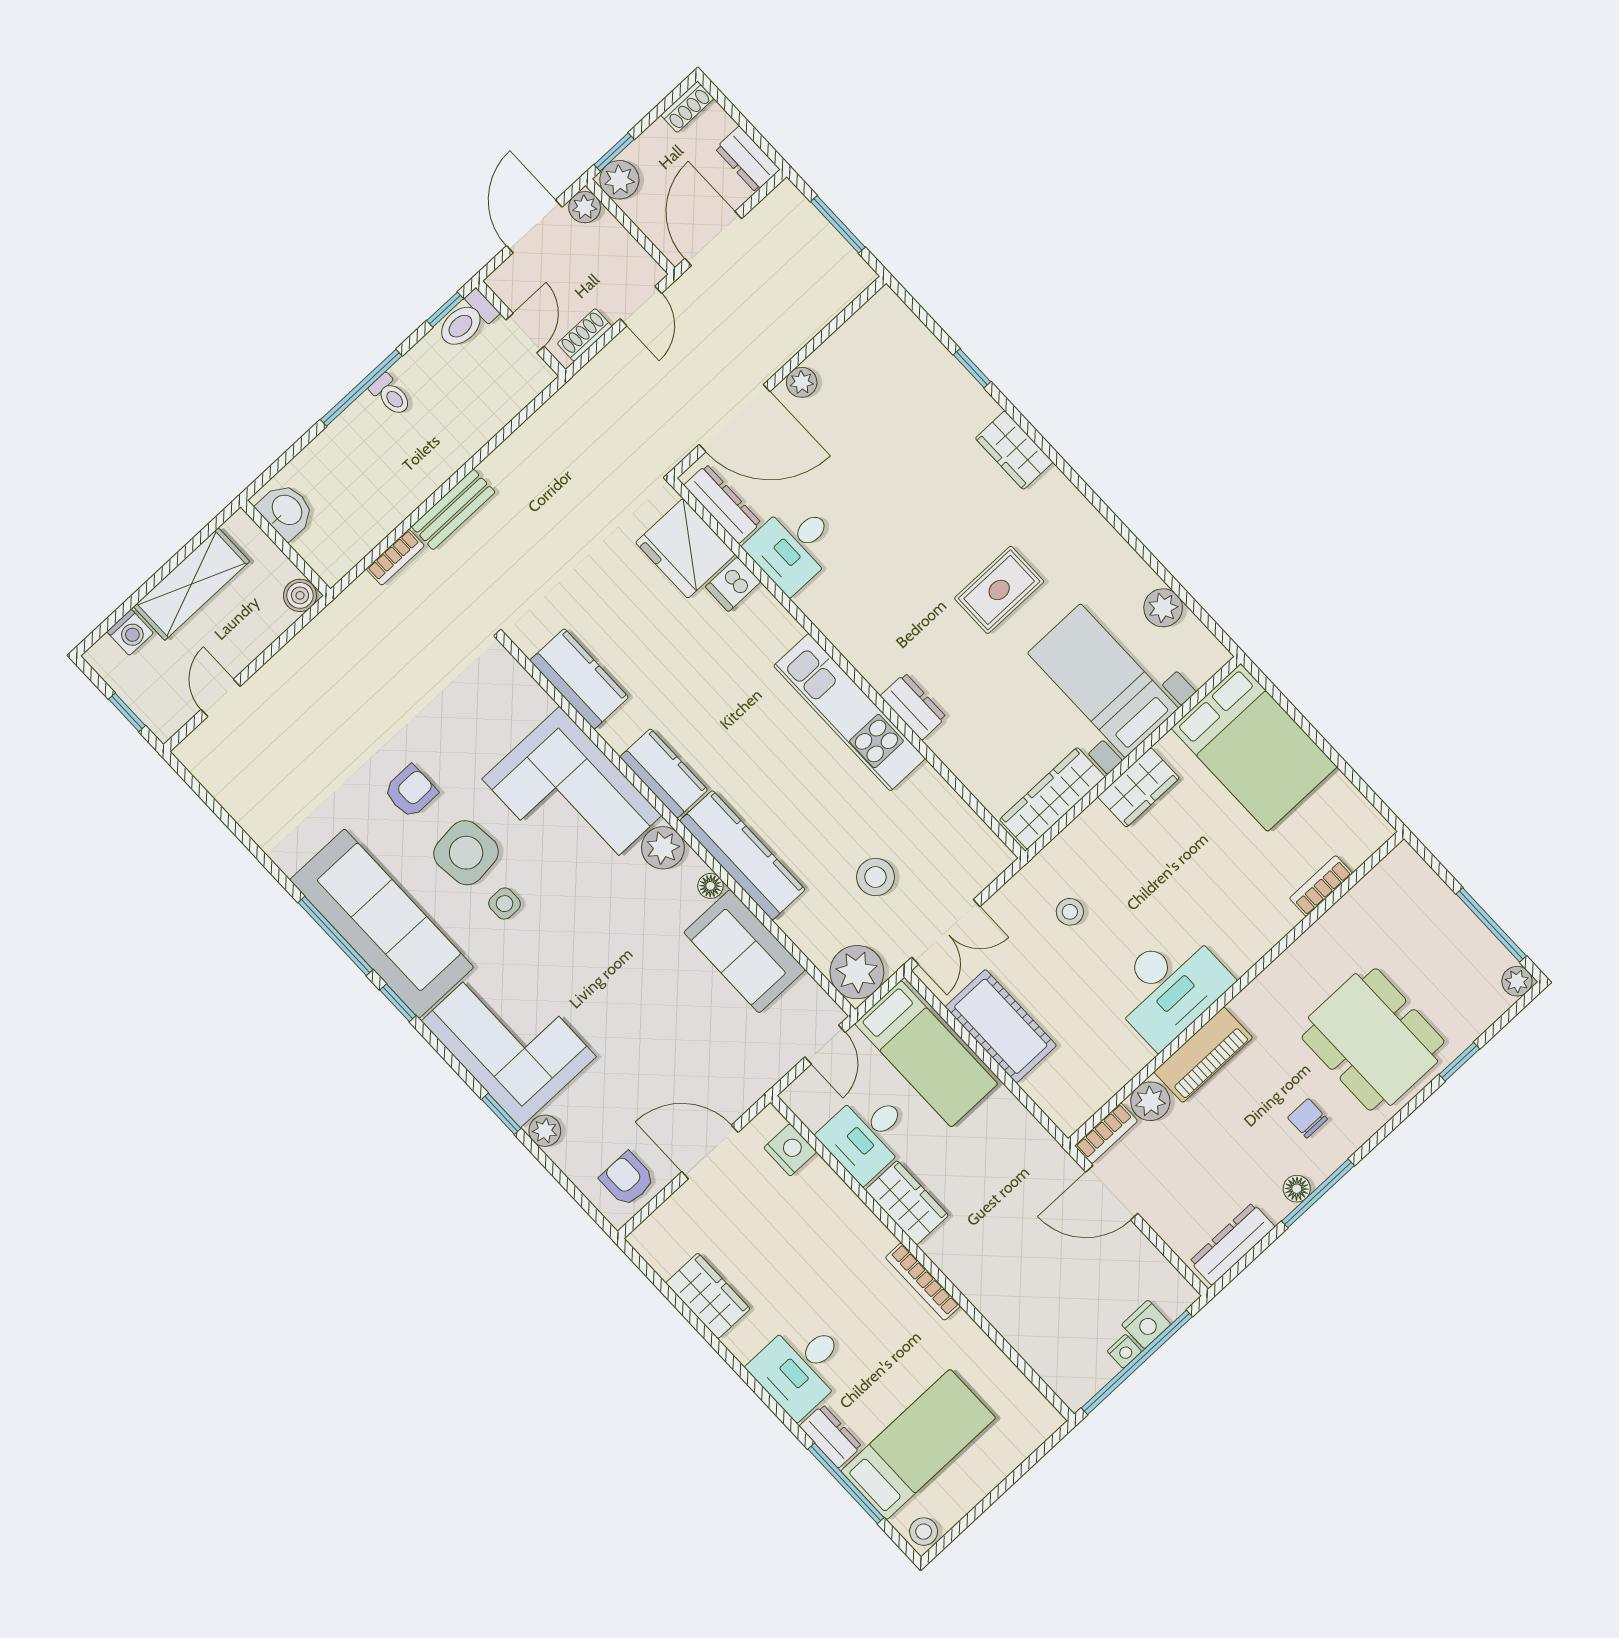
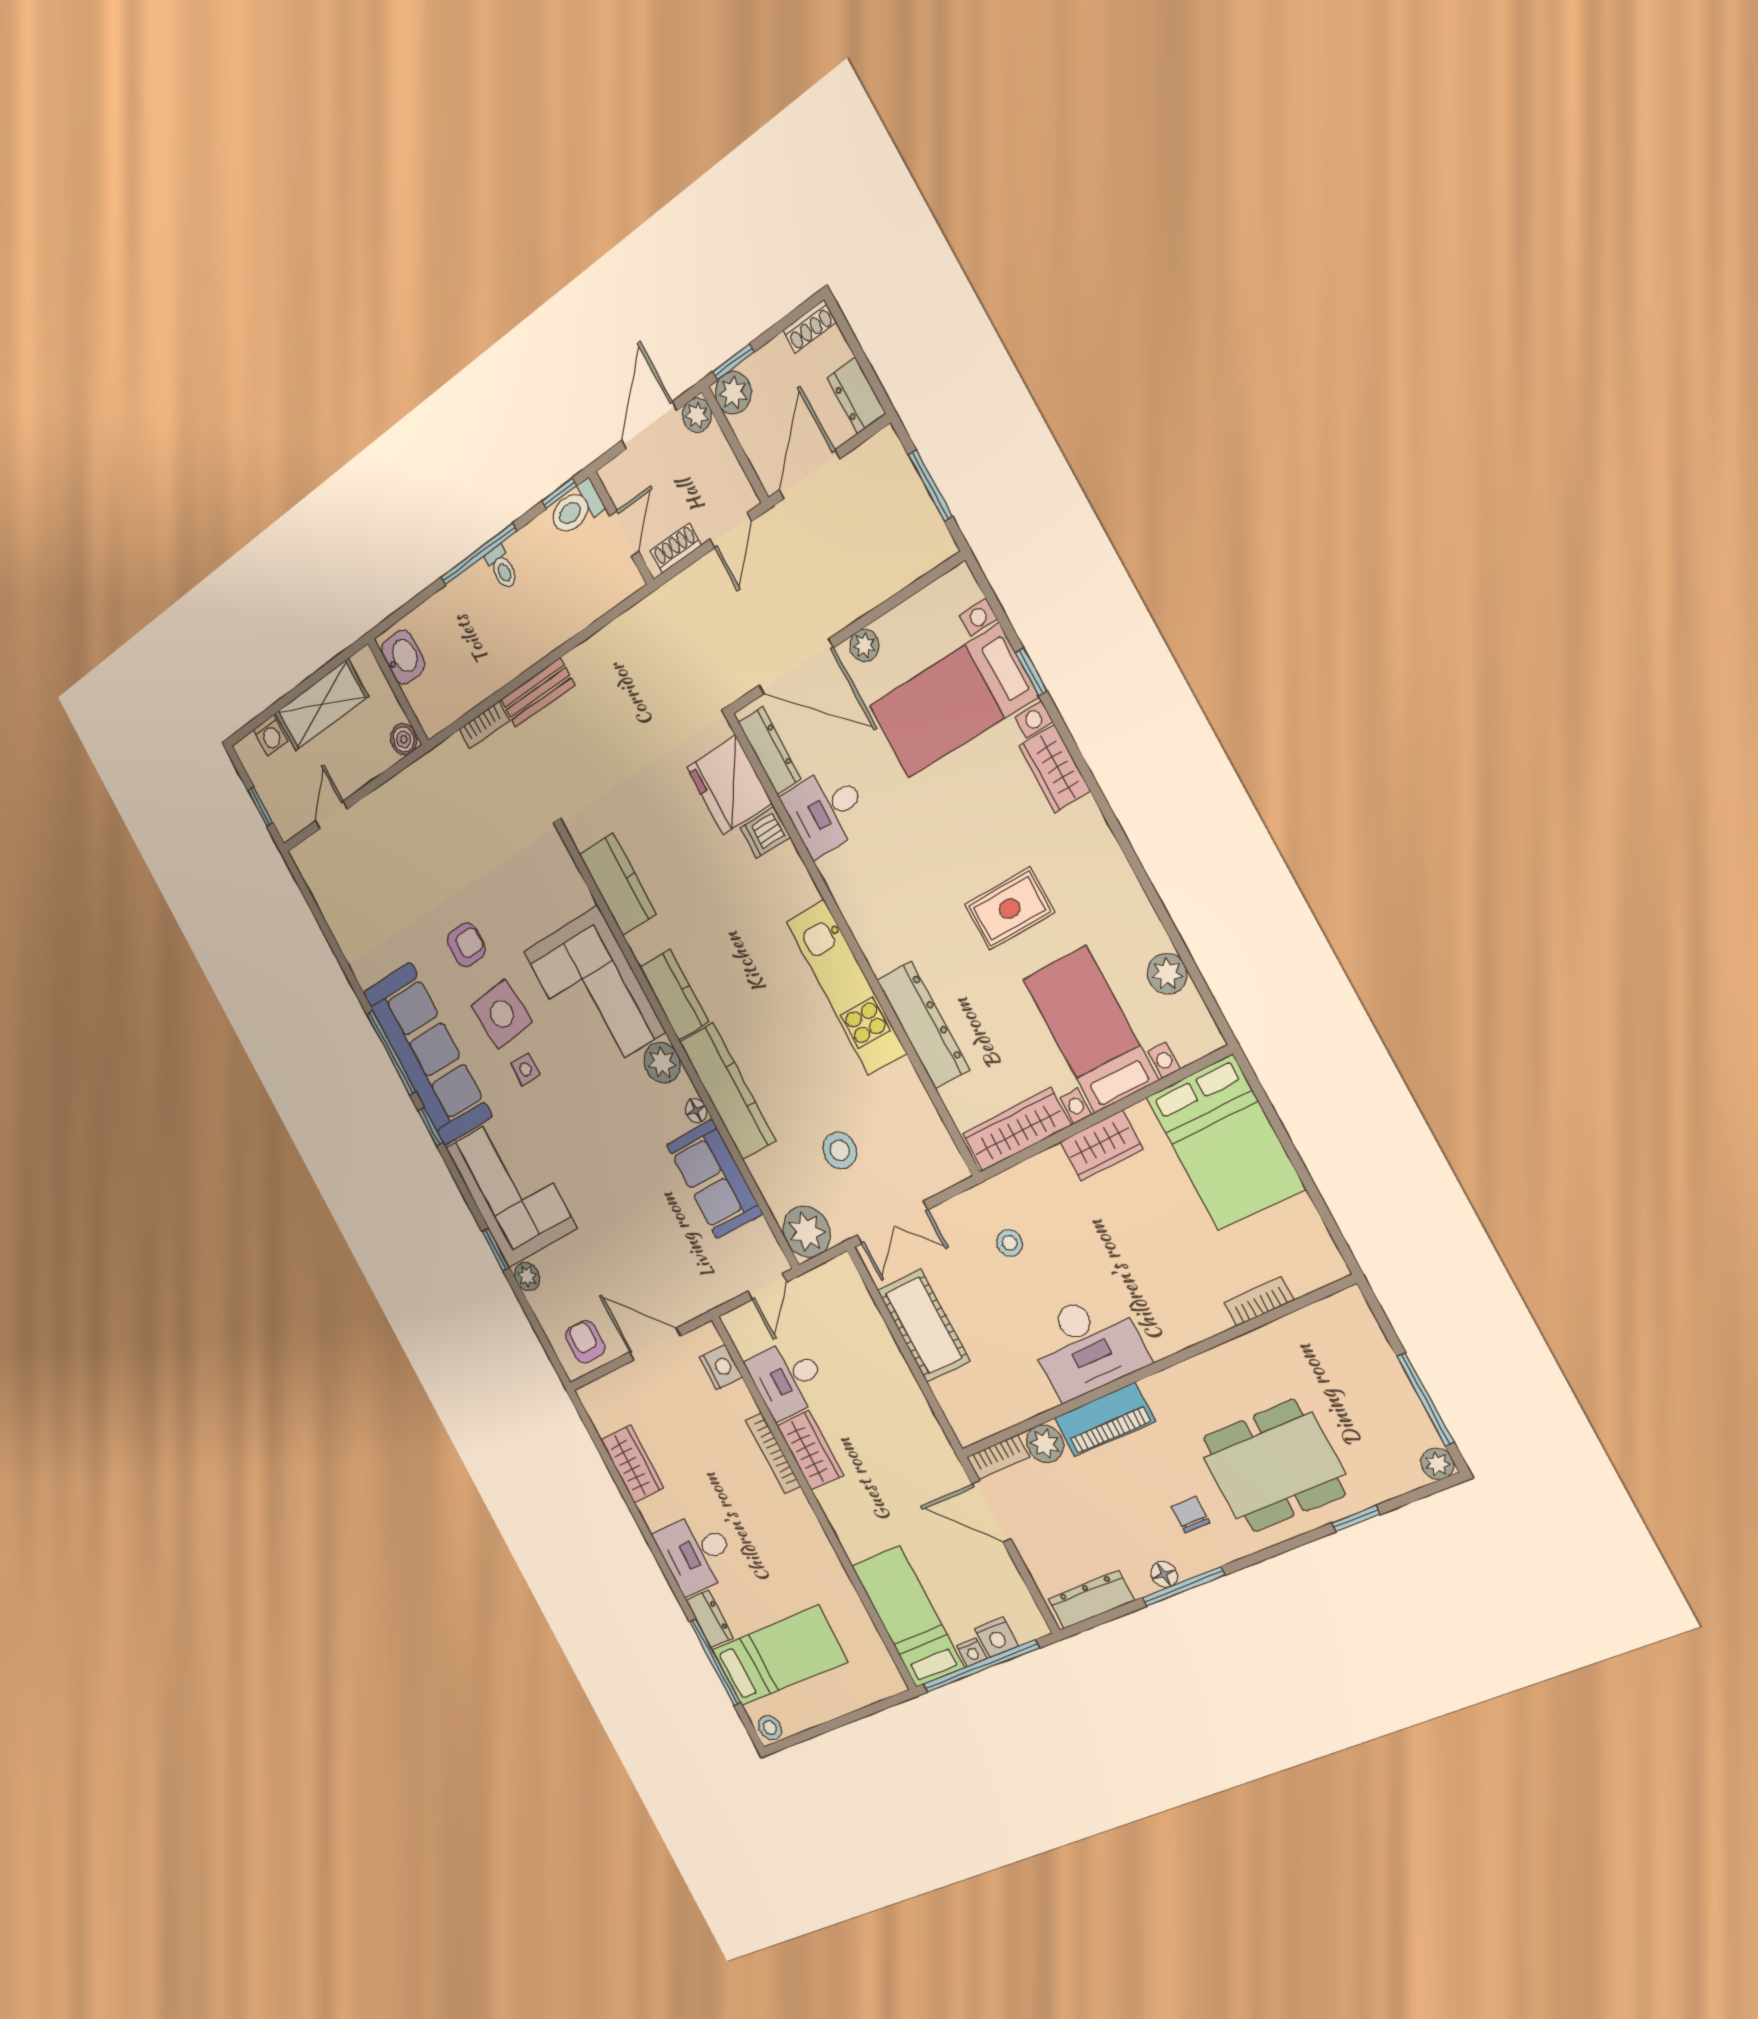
bed with nightstands: (902, 413) -> (953, 702), added
dresser: (913, 707) -> (923, 1025), width x1.96, depth x1.24
dining table: (1373, 1039) -> (1274, 1466), turned 90
bed: (926, 1054) -> (908, 1616), moved, turned 180
bookcase: (923, 1282) -> (773, 1453), moved

